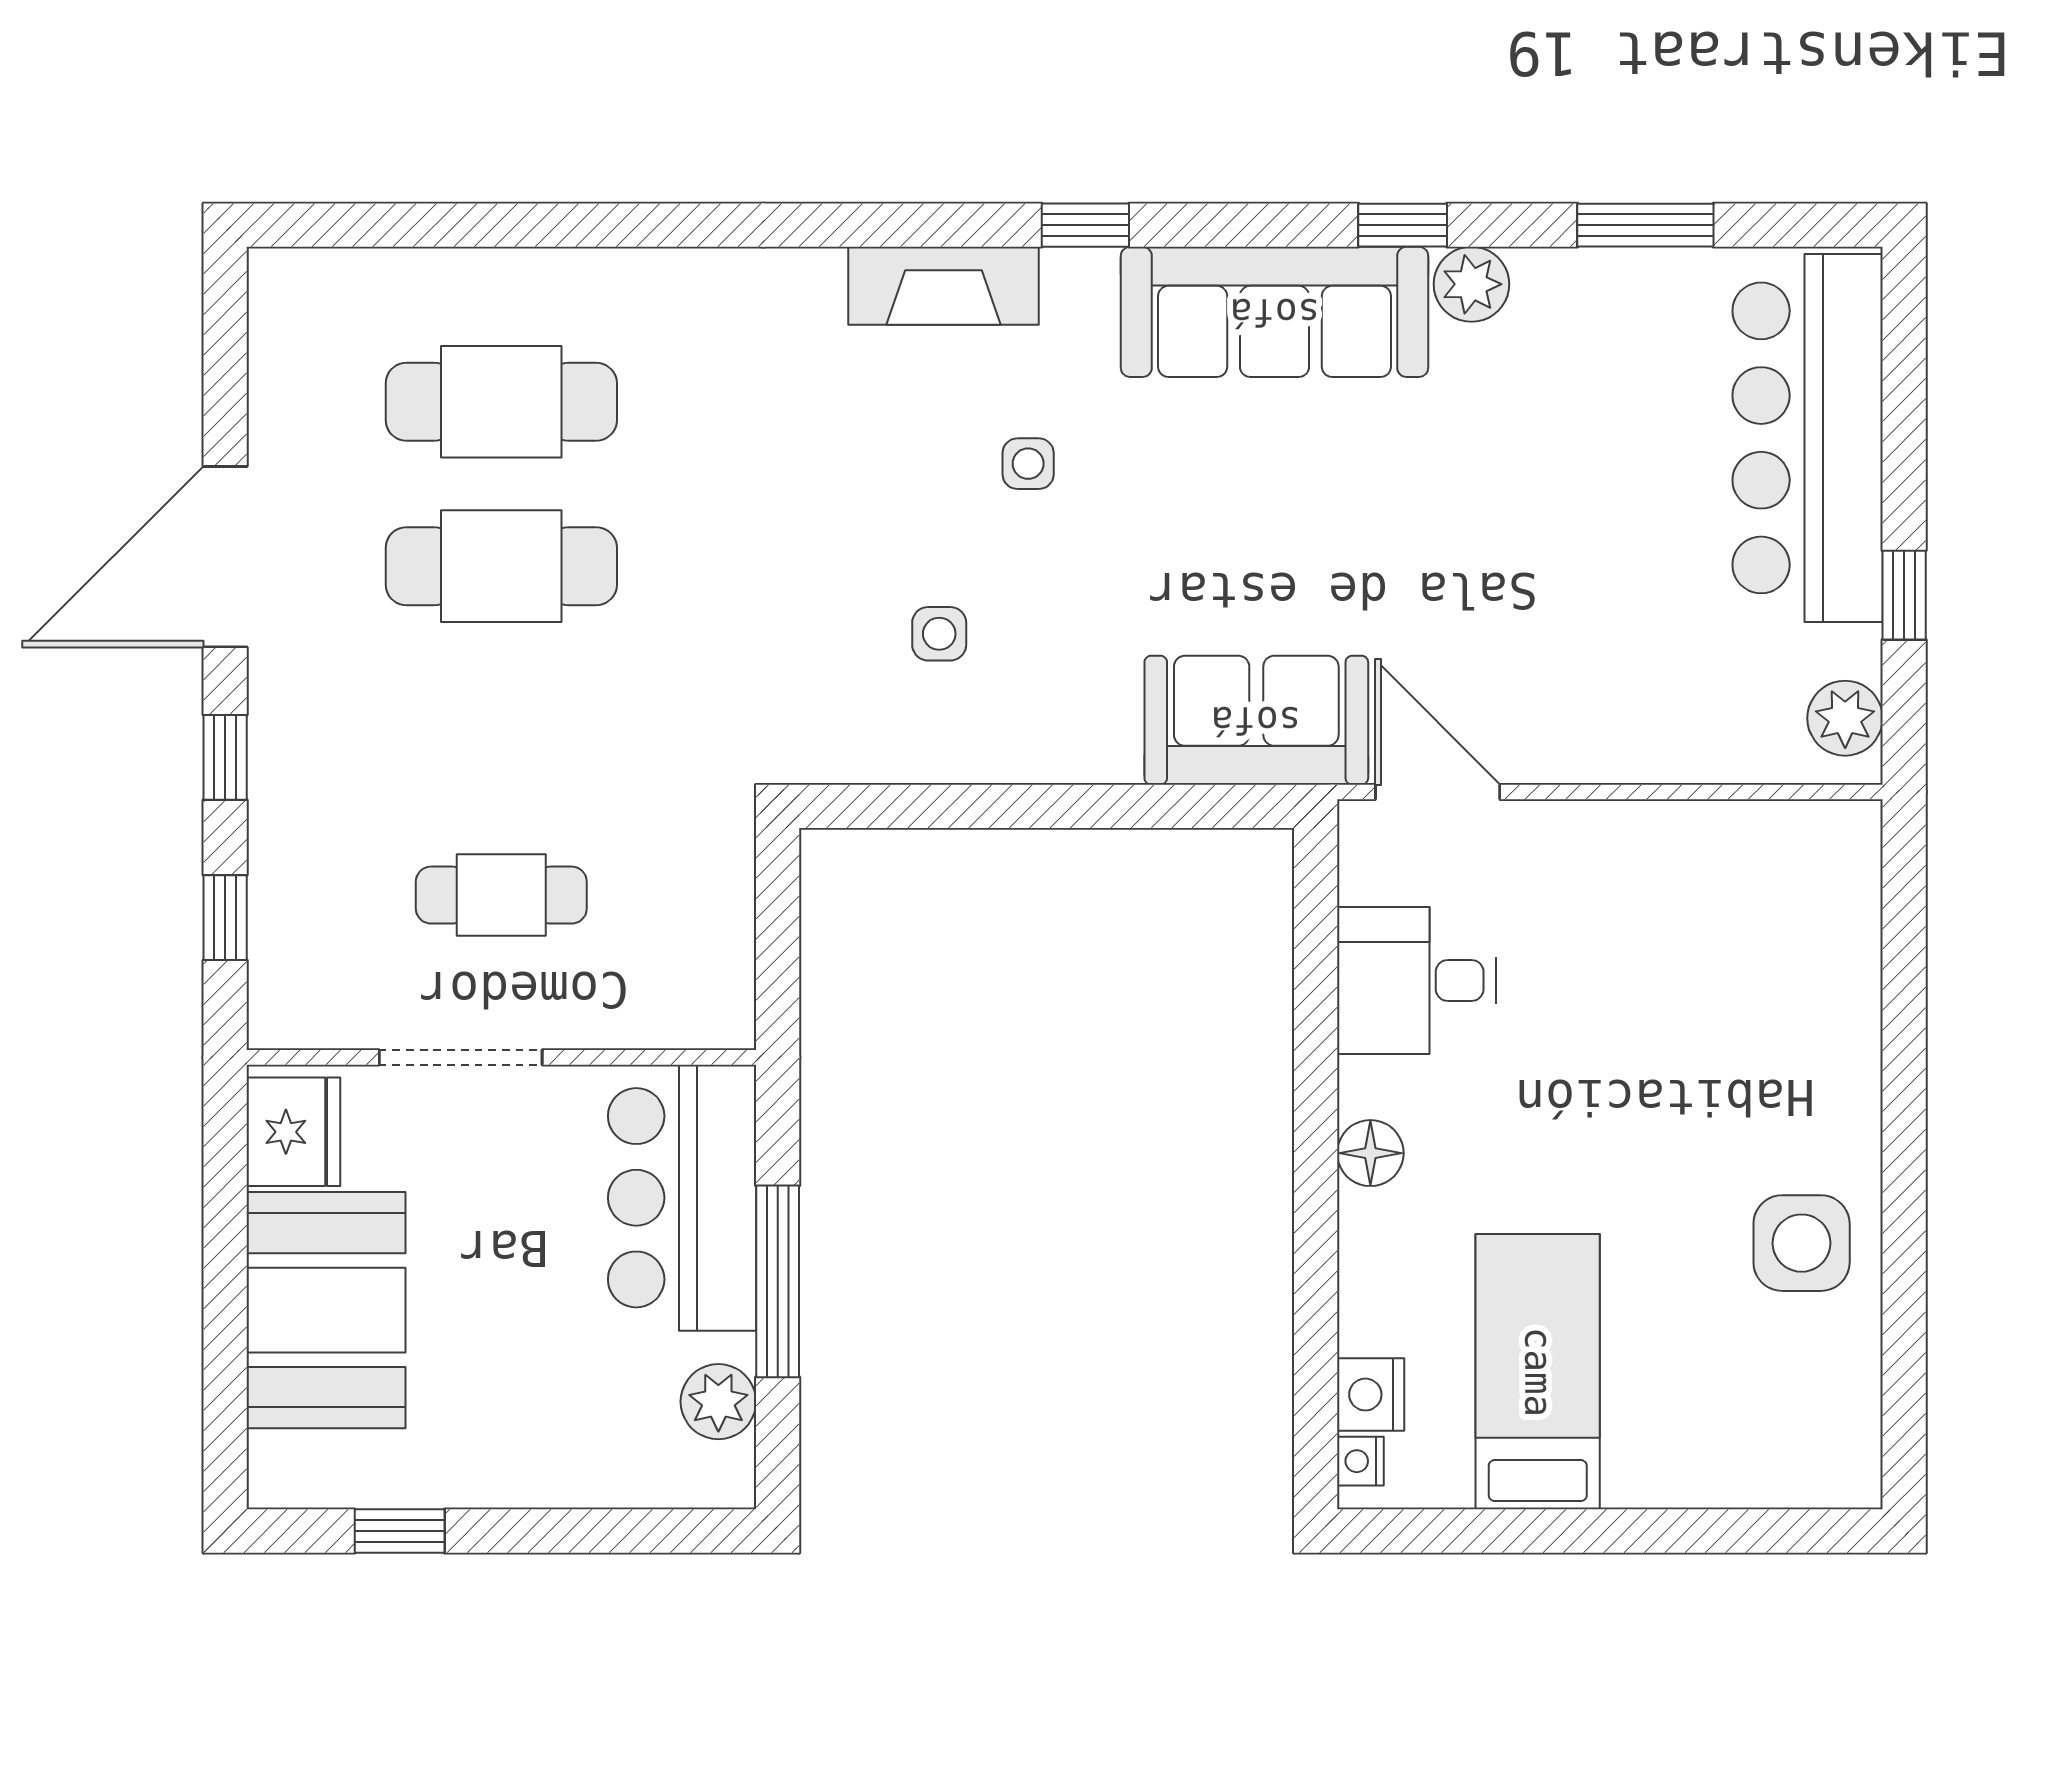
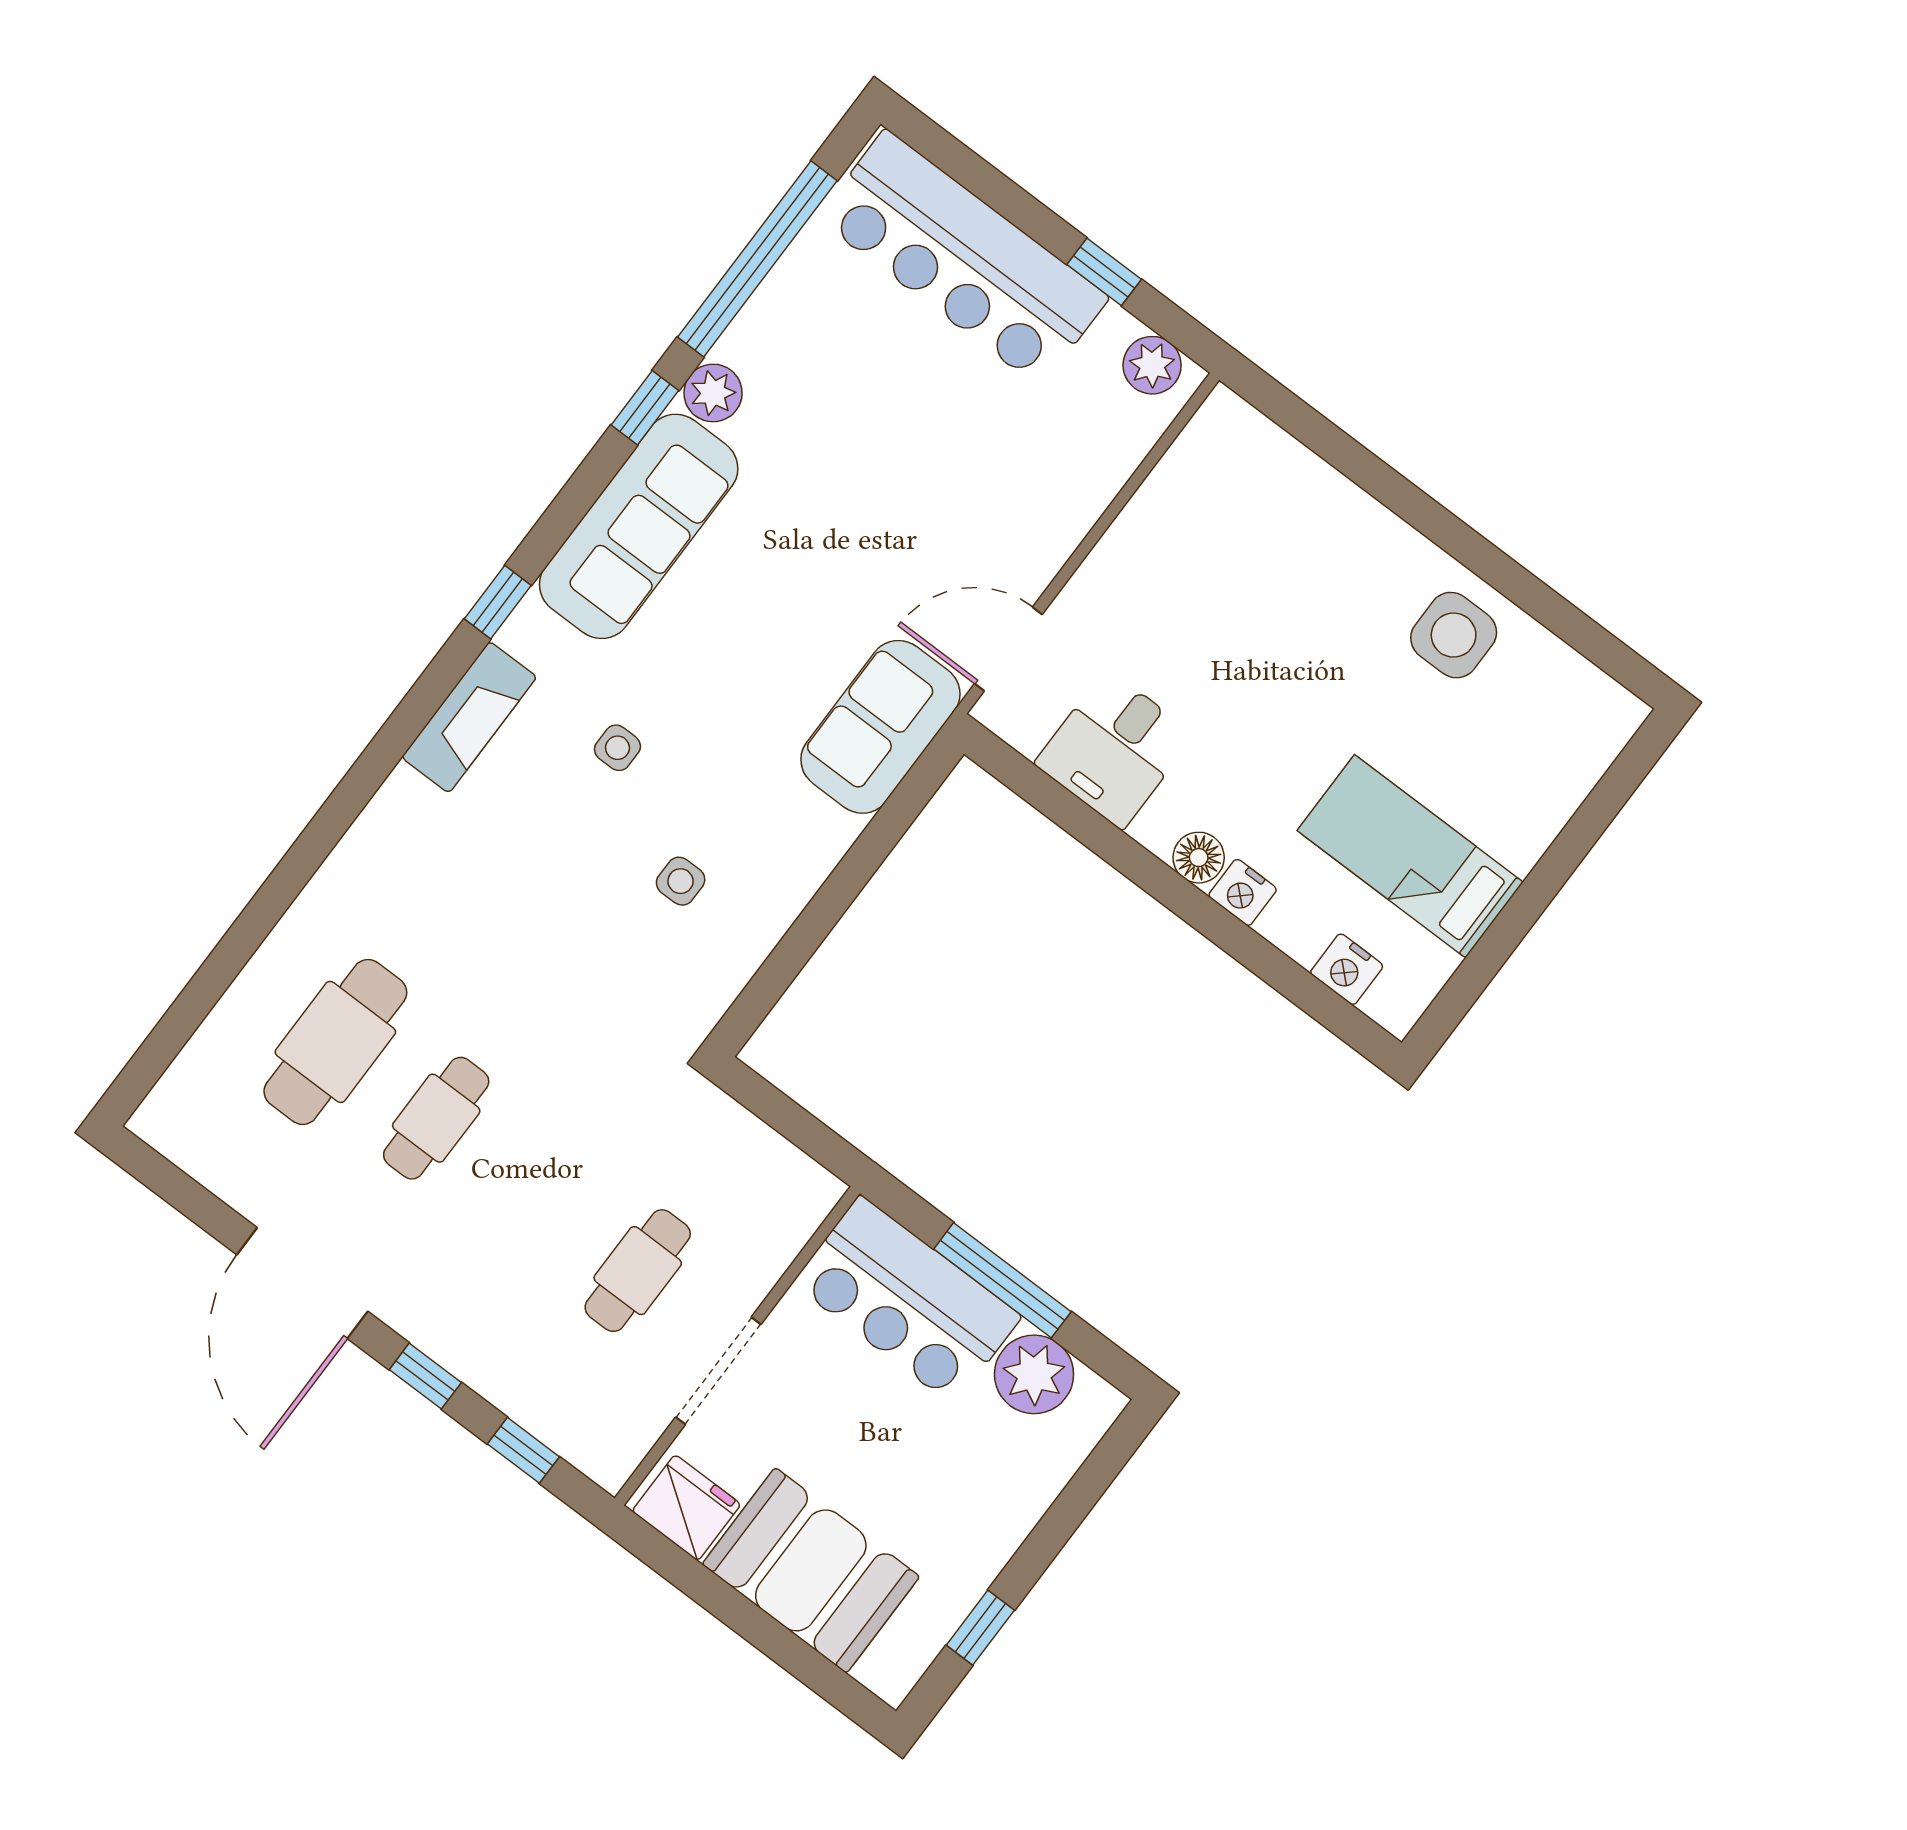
window: (1645, 225) -> (757, 259), width x2.11
cafe table: (501, 566) -> (436, 1118), width x0.73, depth x0.74
plant: (718, 1402) -> (1034, 1374), width x1.36, depth x1.36
nightstand: (1360, 1461) -> (1243, 892), moved, width x1.39, depth x1.35

